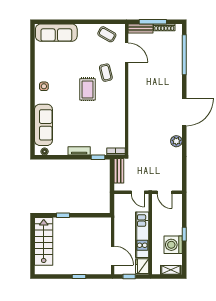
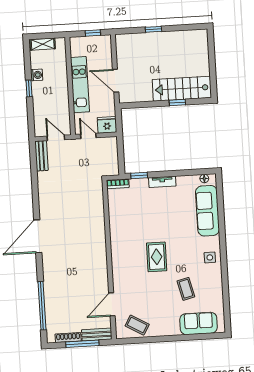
sofa: (56, 33) -> (199, 323), width x0.73
door: (127, 53) -> (112, 304), hinge flipped
coffee table: (106, 73) -> (186, 289), moved
plant: (176, 141) -> (45, 200), removed
bench: (119, 171) -> (41, 156), moved
stairs: (44, 241) -> (182, 89), moved, turned 90
washing machine: (173, 245) -> (37, 75), width x0.53, depth x0.53
door: (113, 256) -> (116, 81), moved
fridge: (142, 266) -> (107, 125), moved, turned -90

